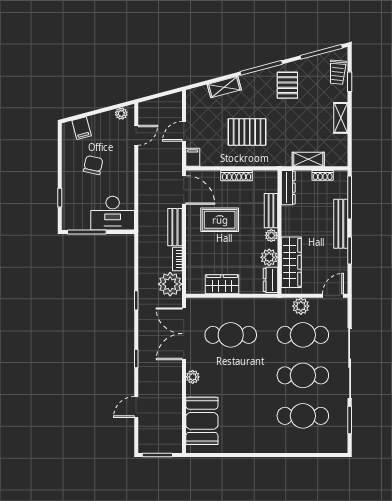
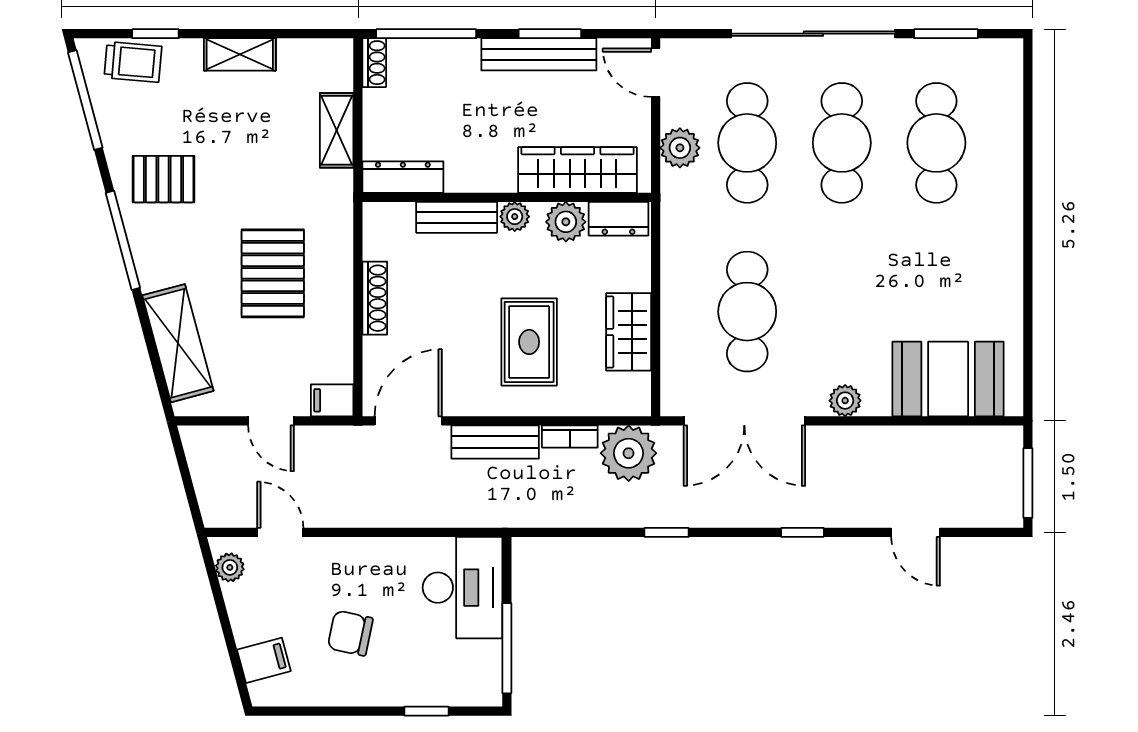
shelving: (224, 87) -> (178, 343), width x1.50, depth x1.33
shoe rack: (323, 175) -> (374, 63), moved
rug: (220, 220) -> (529, 342), moved
bench: (341, 224) -> (539, 54), moved

